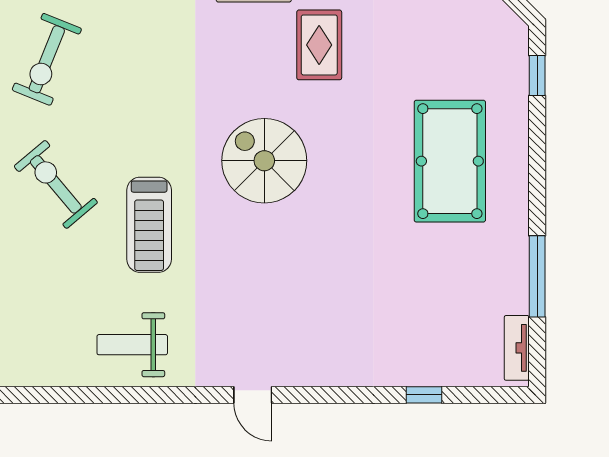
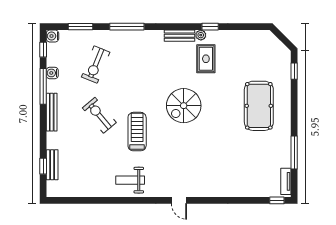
spiral stairs: (264, 161) -> (184, 106), turned -90
treadmill: (149, 225) -> (137, 132), turned 180
window: (424, 395) -> (277, 200), moved

